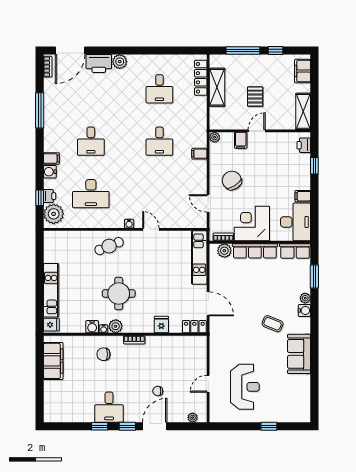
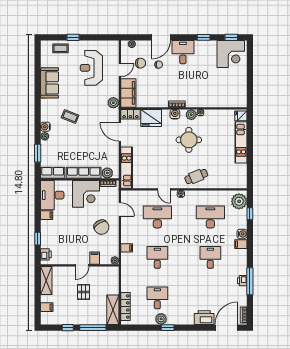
window: (146, 50) -> (168, 328), added
plant: (120, 62) -> (161, 319), moved
filing cabinet: (303, 71) -> (47, 307), width x0.50
shelving: (217, 87) -> (113, 310), moved
desk: (159, 194) -> (157, 217), added
printer: (50, 196) -> (242, 281), moved
fridge: (161, 325) -> (151, 118), width x1.88, depth x1.34
water cooler: (92, 327) -> (175, 114), moved
plant: (217, 342) -> (113, 103), added
chair: (103, 354) -> (141, 63), moved
sofa: (299, 354) -> (50, 83), moved
filing cabinet: (53, 361) -> (128, 93), moved, turned 180
corner desk: (64, 405) -> (231, 54), added
desk: (109, 407) -> (183, 52), moved
coffee table: (285, 412) -> (60, 48), added
window: (127, 426) -> (231, 37), moved

